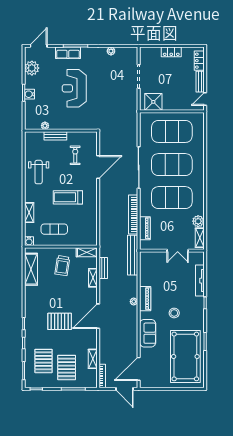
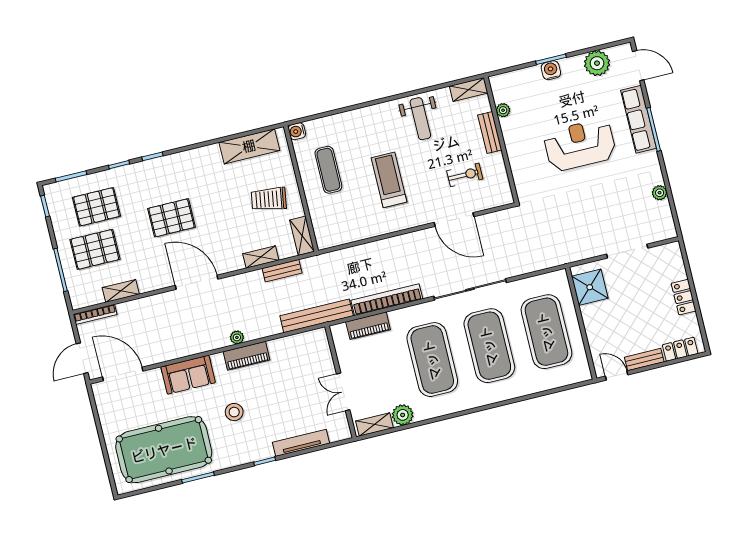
row of seats: (68, 53) -> (639, 119), width x1.48
weight bench: (39, 172) -> (420, 119), turned -90
shelving: (29, 213) -> (469, 90), moved
pallet: (60, 321) -> (171, 218), turned 90

